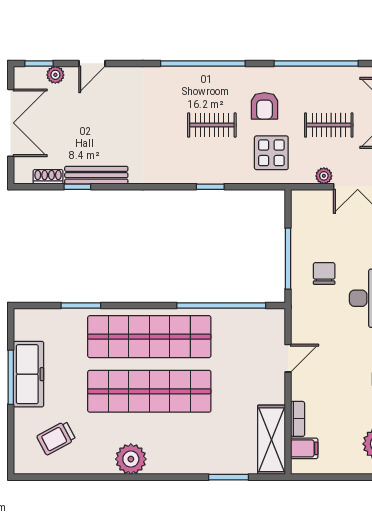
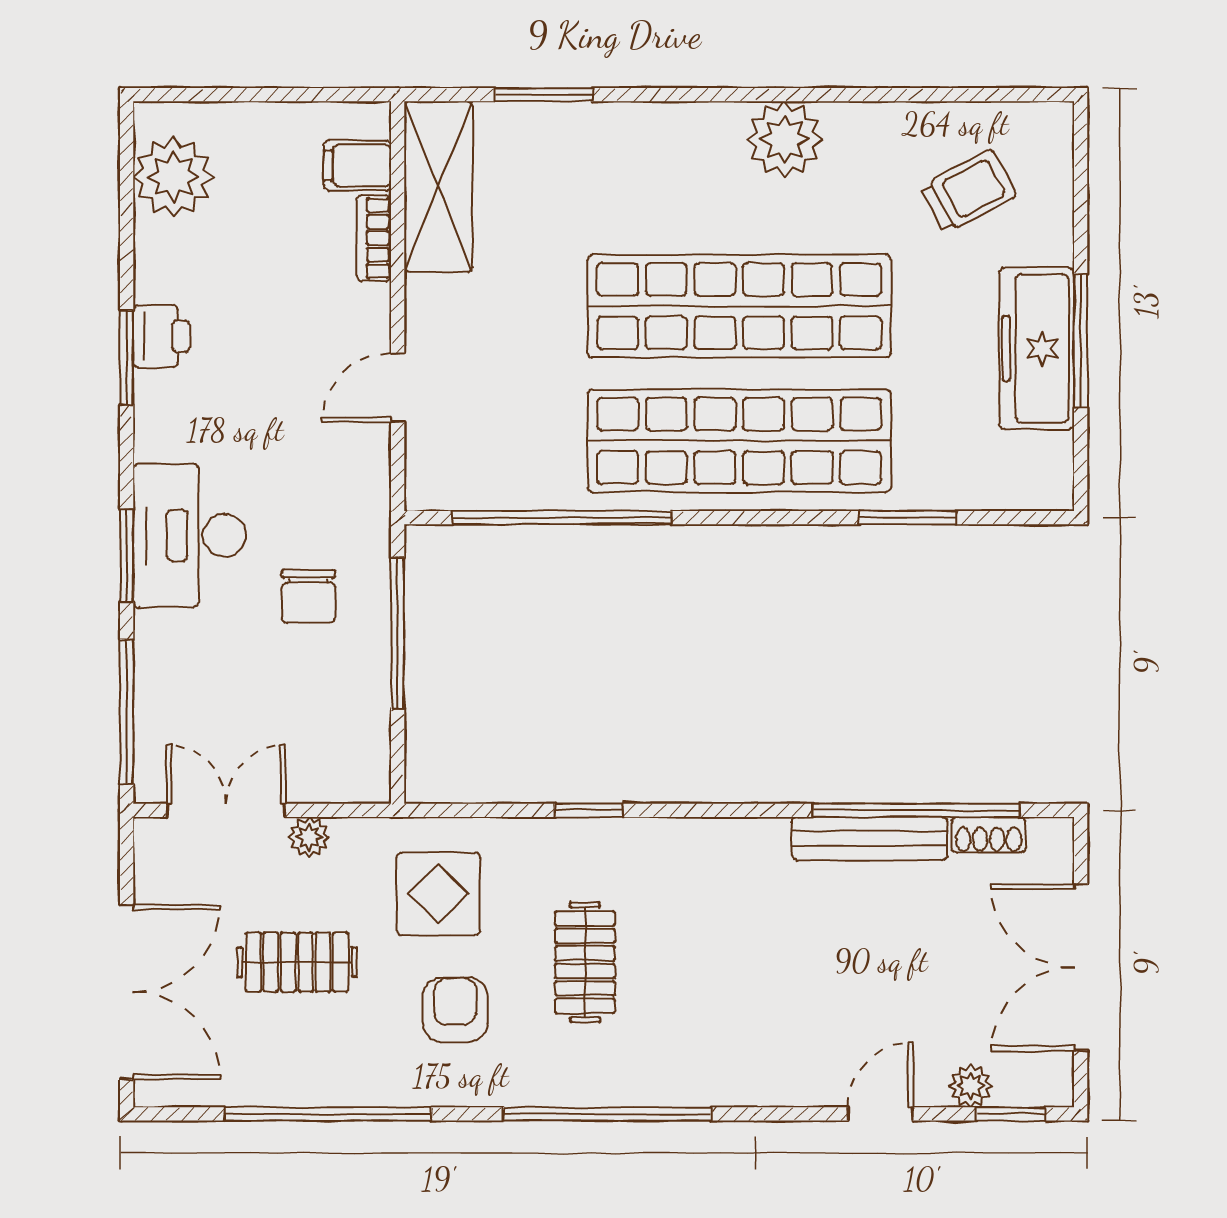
clothes rail: (212, 125) -> (585, 962), turned 90
window: (77, 187) -> (916, 810), width x3.17

